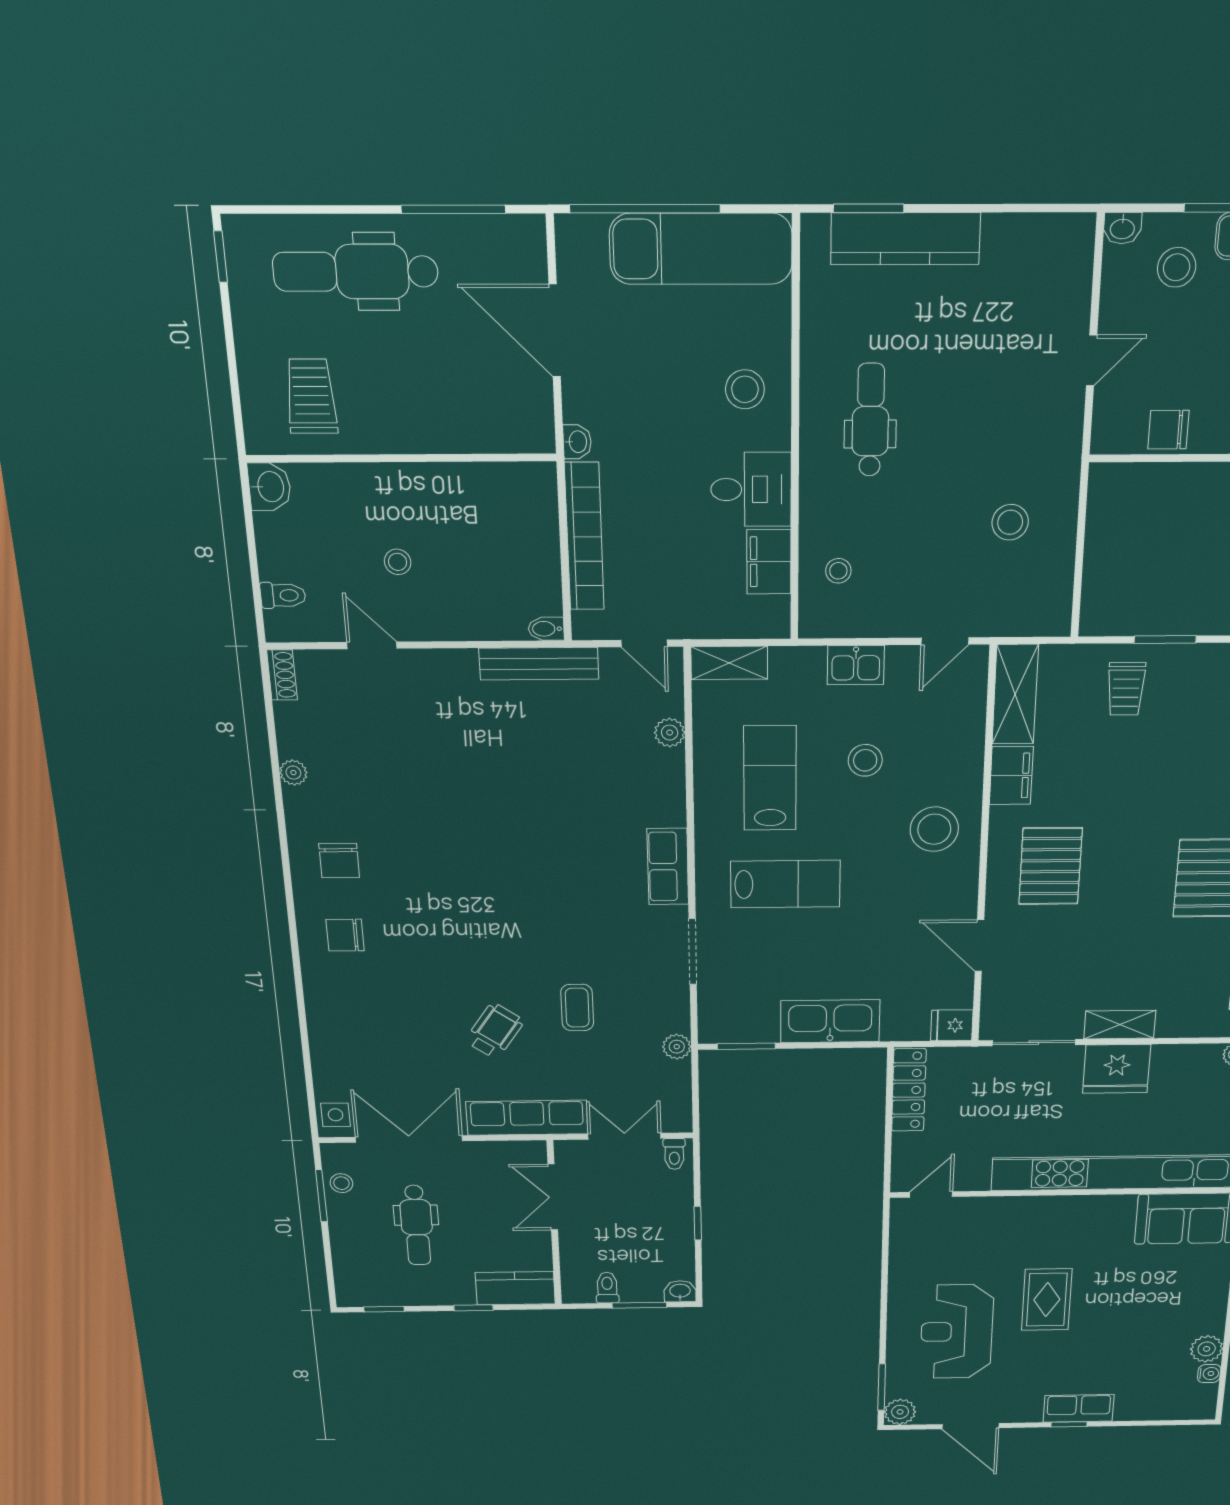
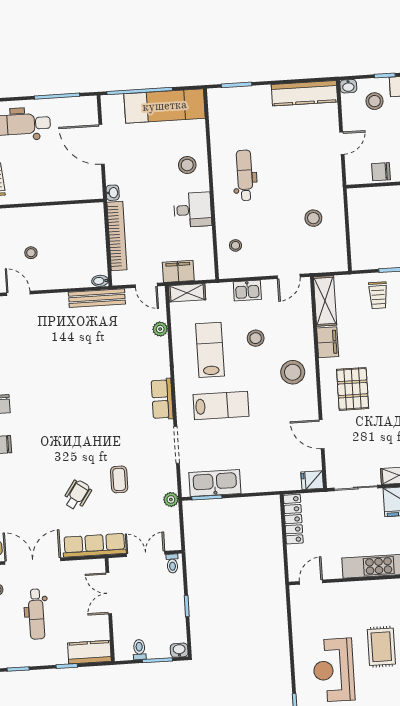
kitchen counter: (905, 239) -> (304, 93), moved
filing cabinet: (769, 562) -> (178, 271), moved, turned 90
kitchen sink: (830, 1021) -> (215, 483), moved

